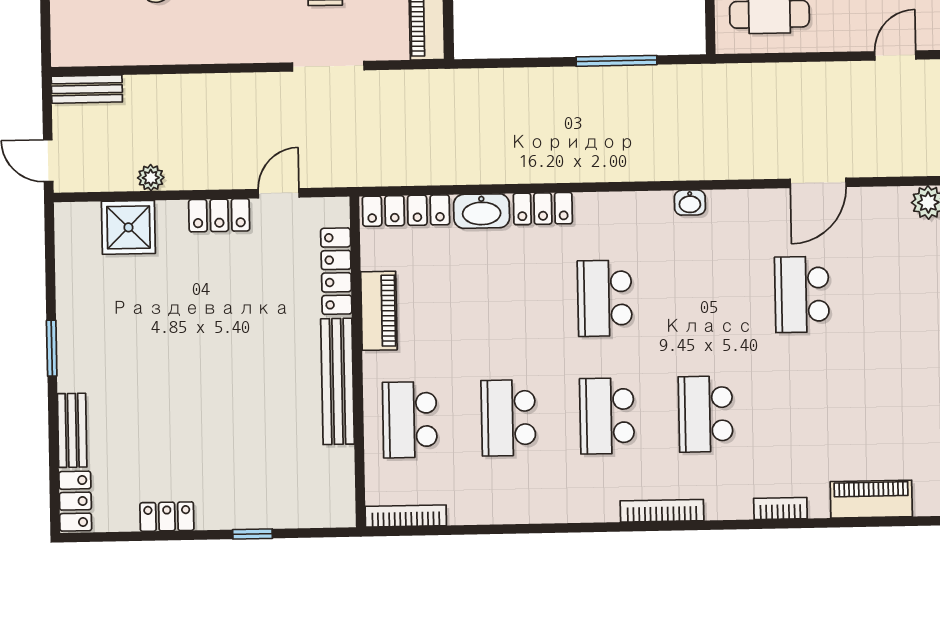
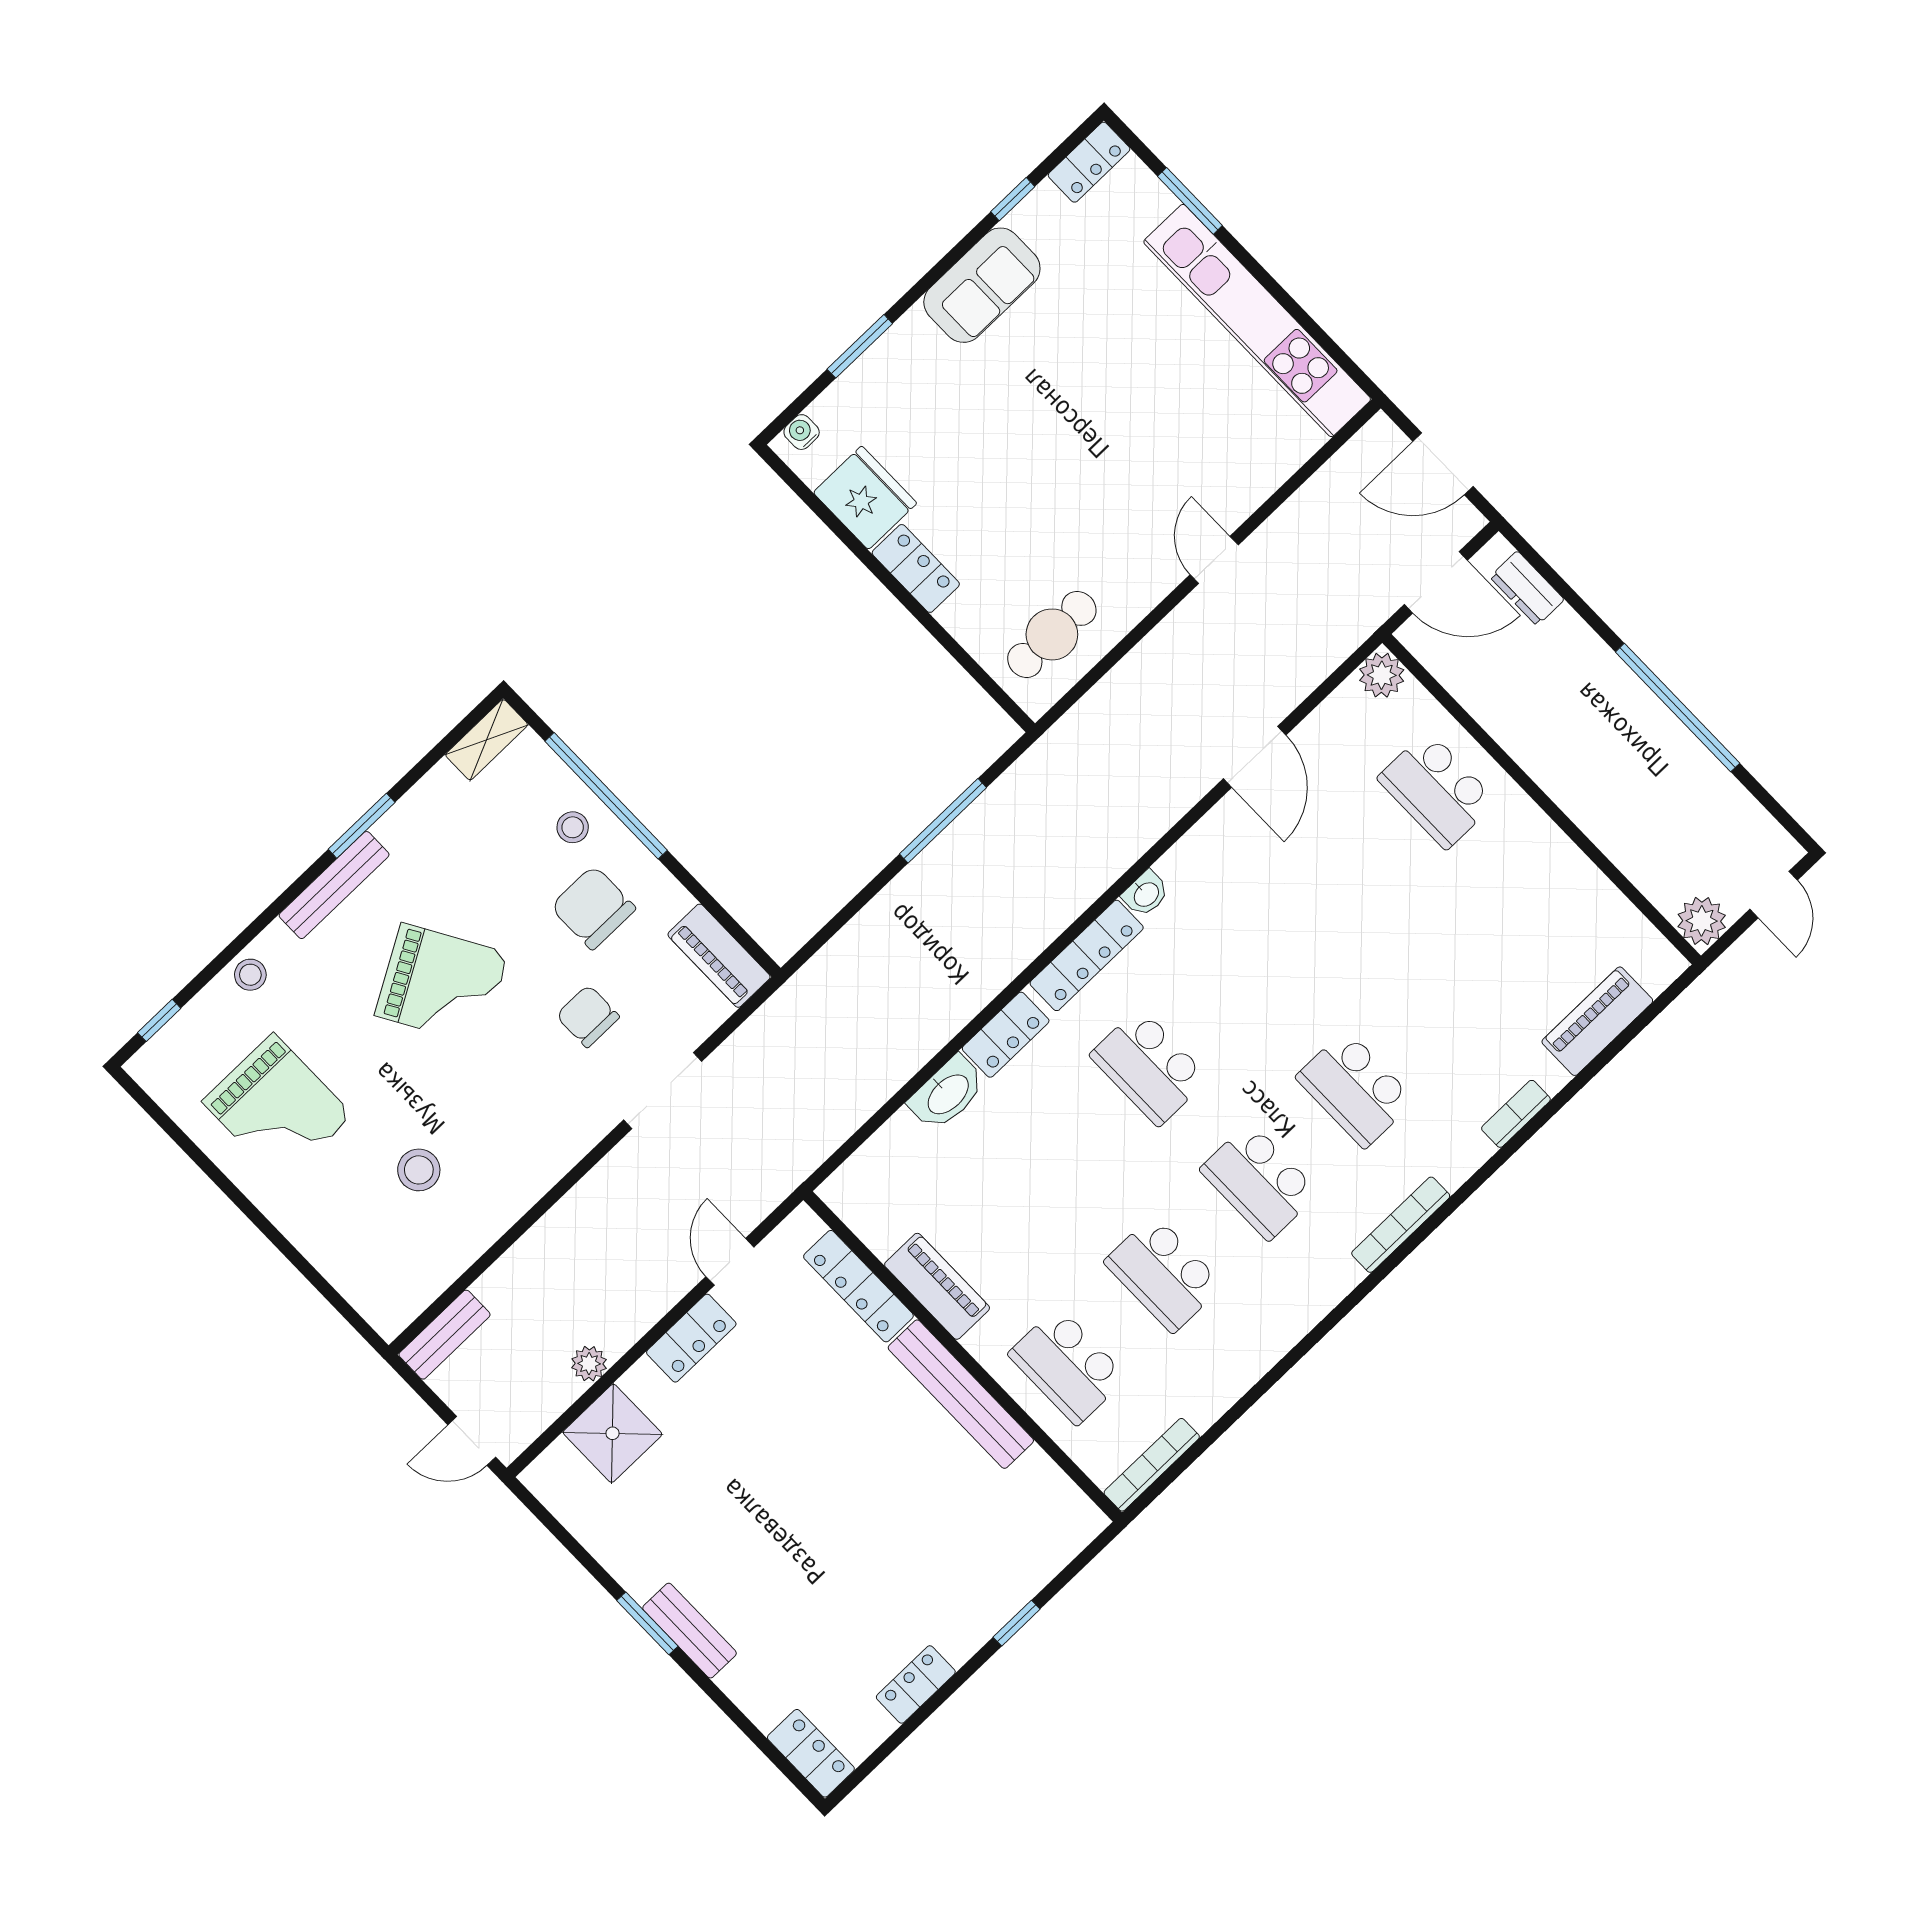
locker: (406, 211) -> (1087, 955), moved
school desk: (802, 294) -> (1437, 790), moved
bench: (72, 430) -> (690, 1631), moved

